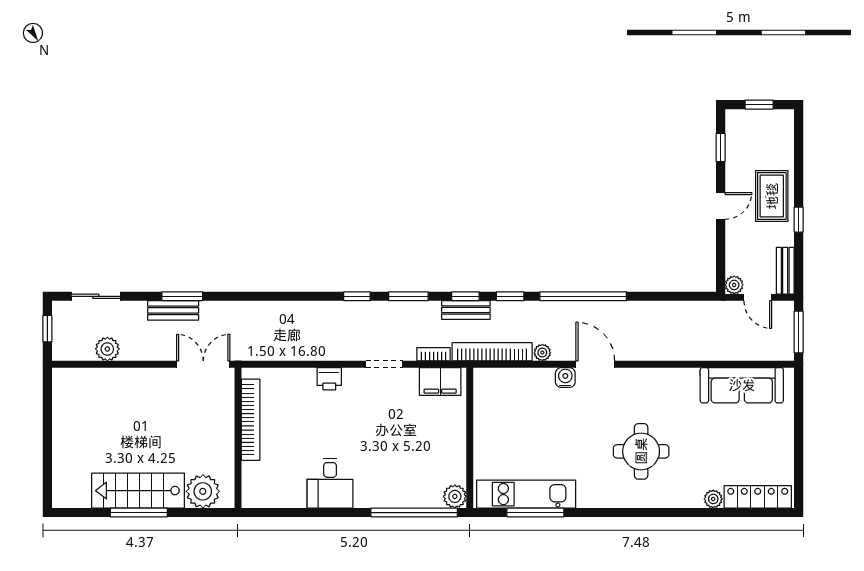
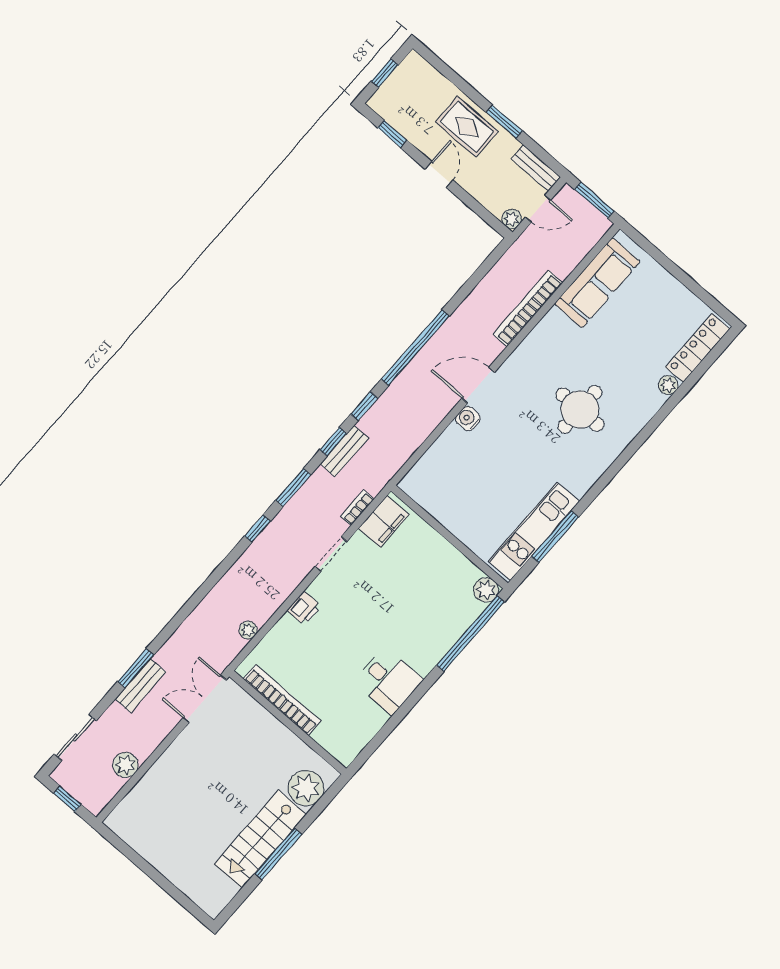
window: (799, 220) -> (504, 122), width x1.50
bookcase: (492, 352) -> (528, 308), moved
plant: (542, 353) -> (248, 630), moved

